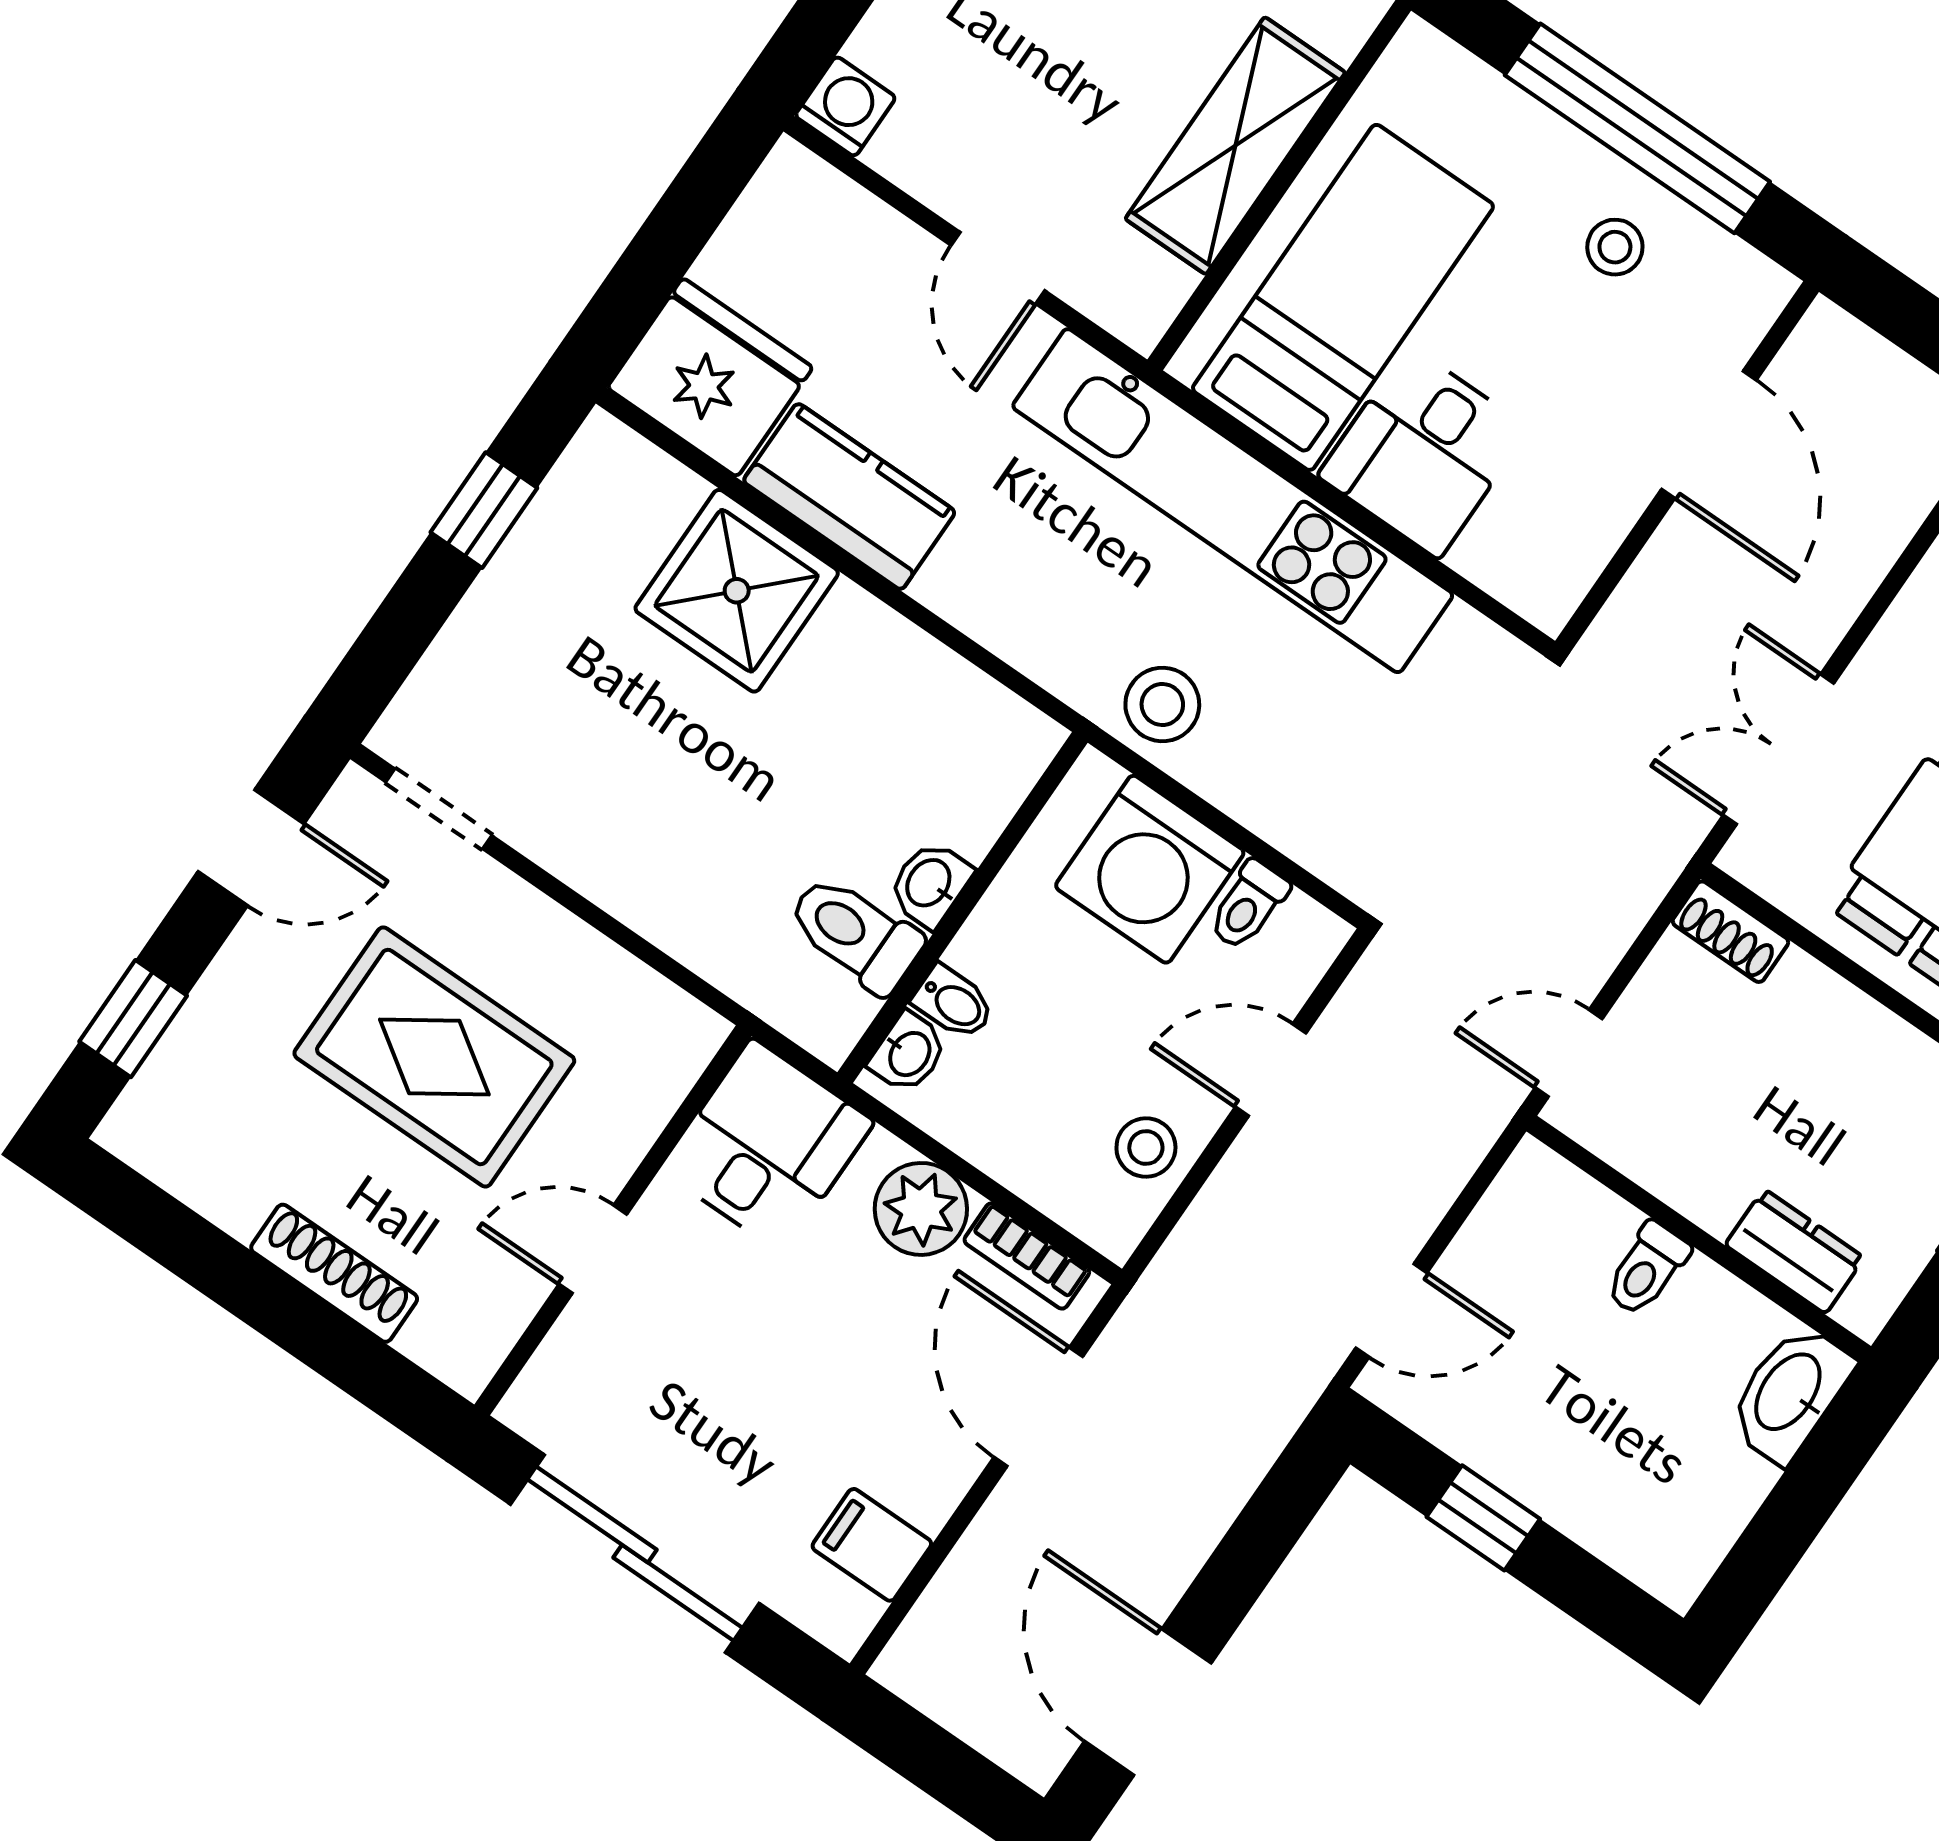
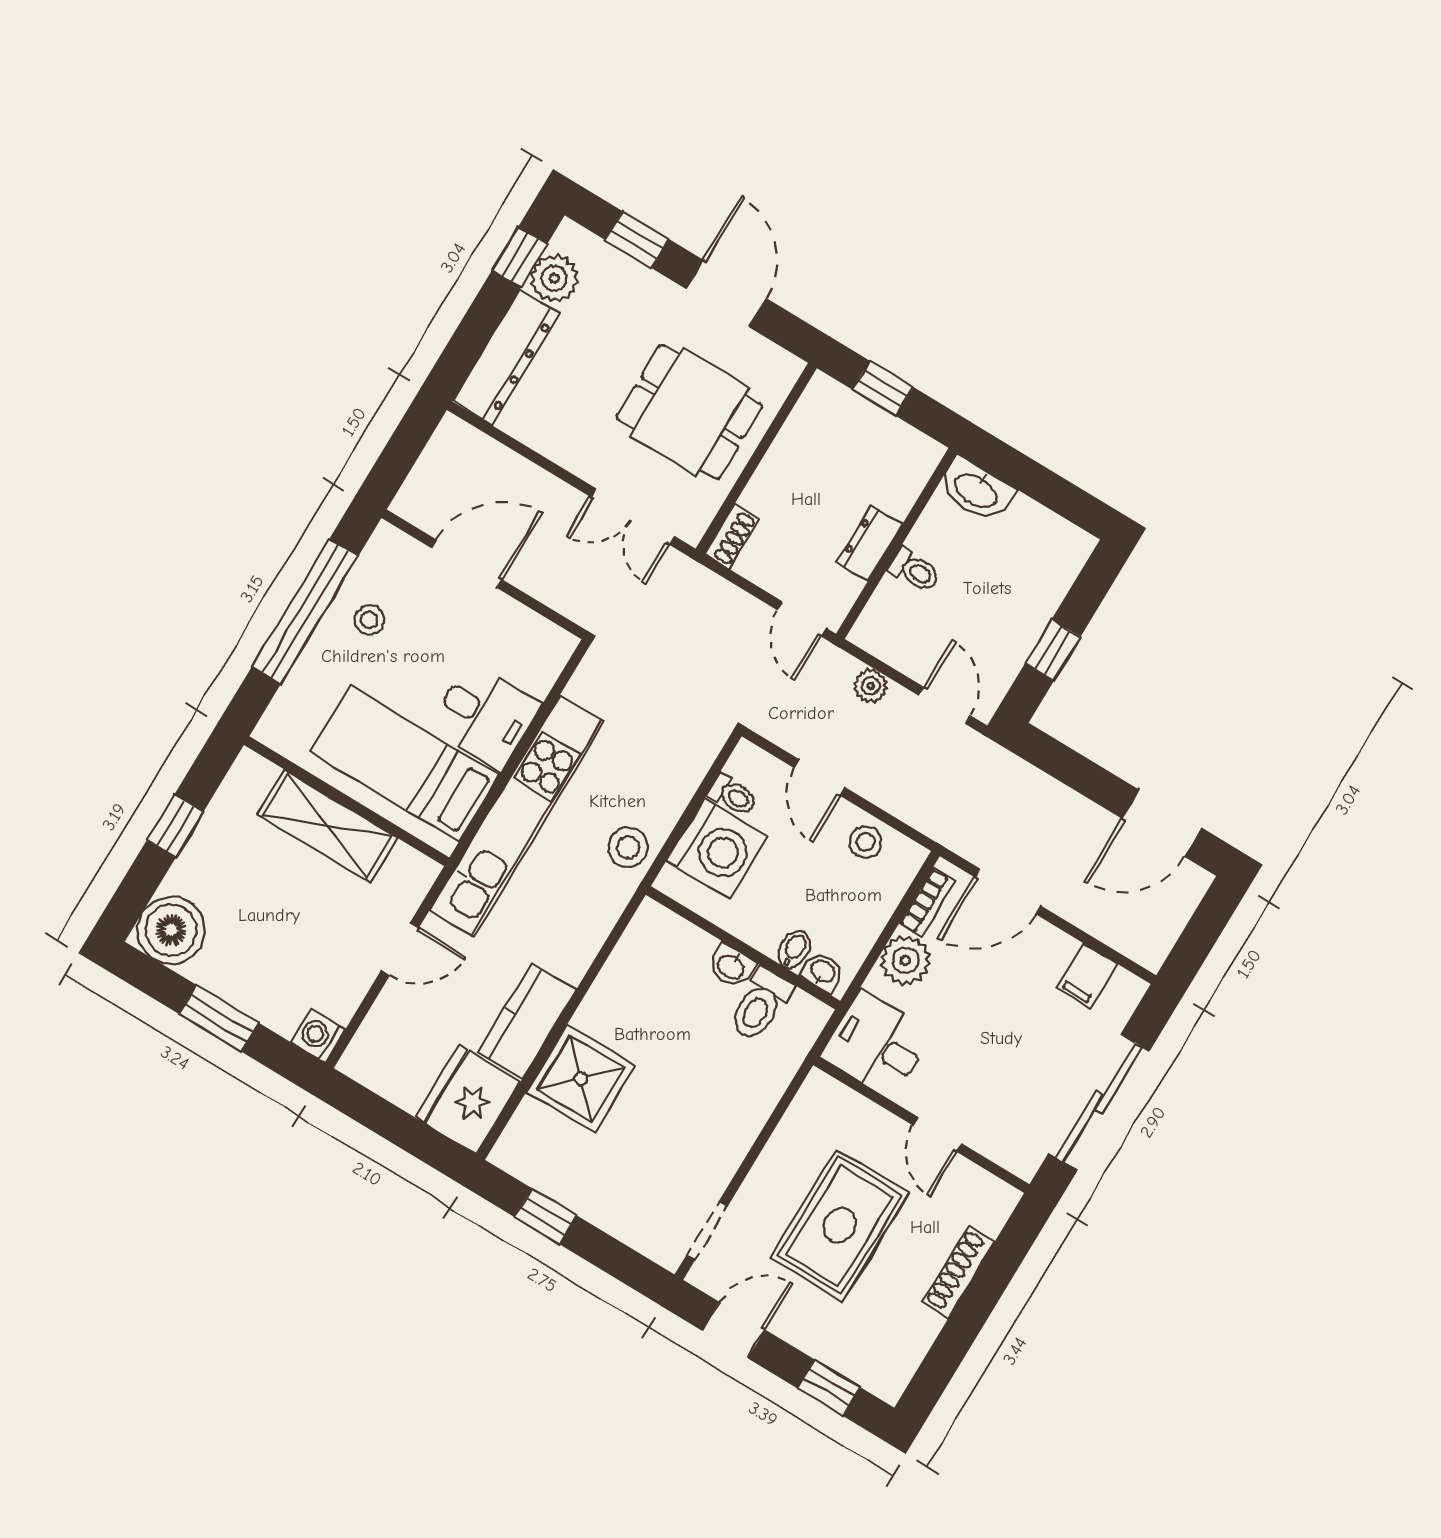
door: (251, 848) -> (734, 1330), hinge flipped
plant: (1436, 1174) -> (871, 686), added
dresser: (1795, 1251) -> (869, 543), moved

